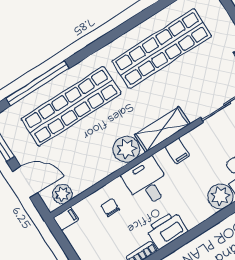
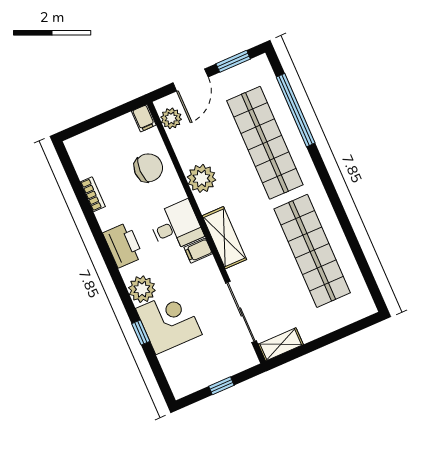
plant: (126, 149) -> (201, 178), moved
desk: (147, 182) -> (176, 226), moved
chair: (110, 208) -> (148, 168), width x1.87, depth x1.87
printer: (167, 230) -> (123, 245), moved

